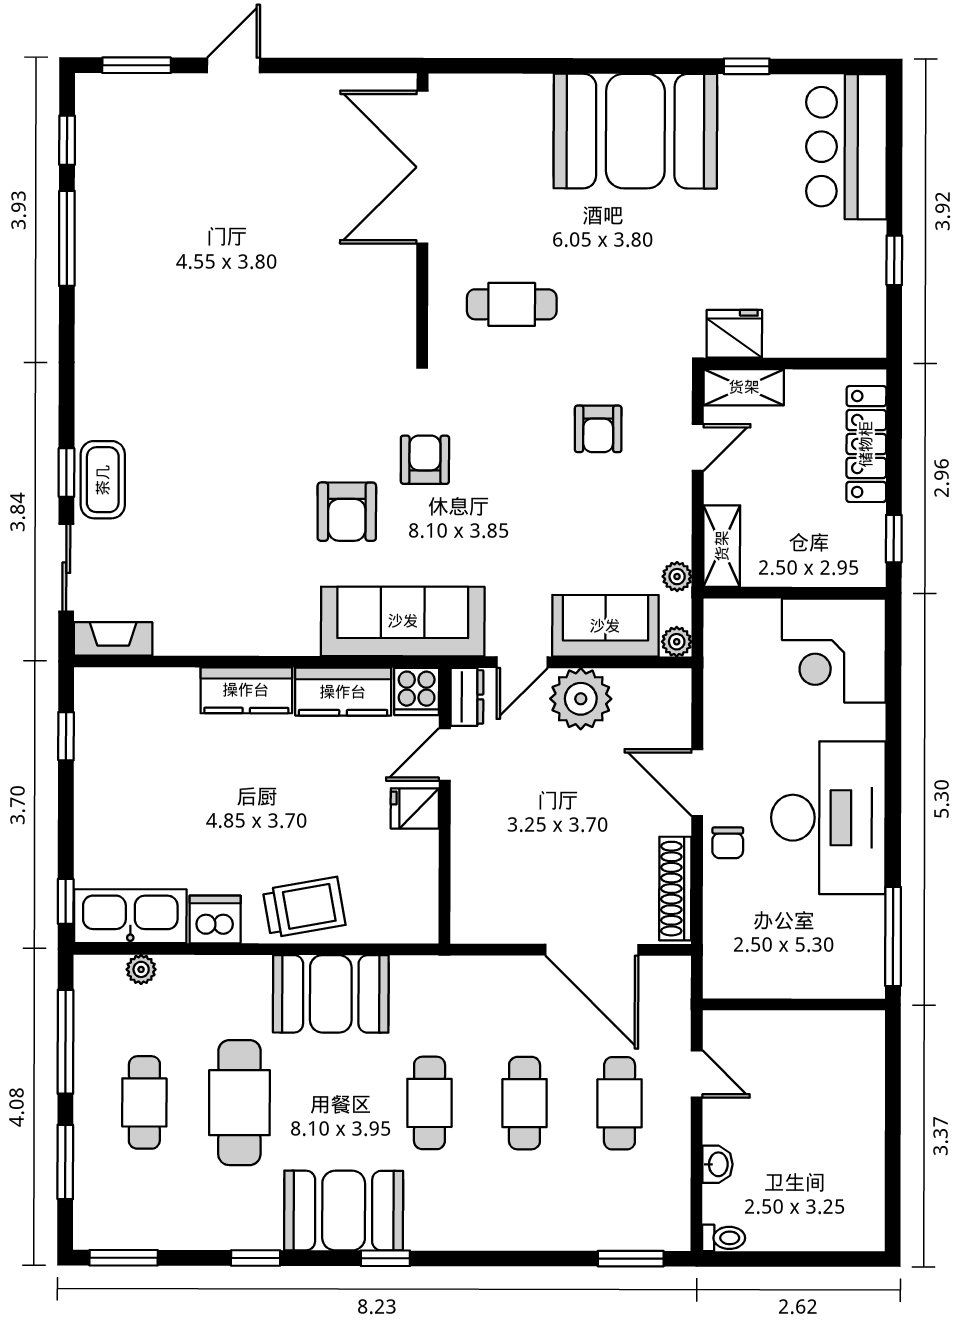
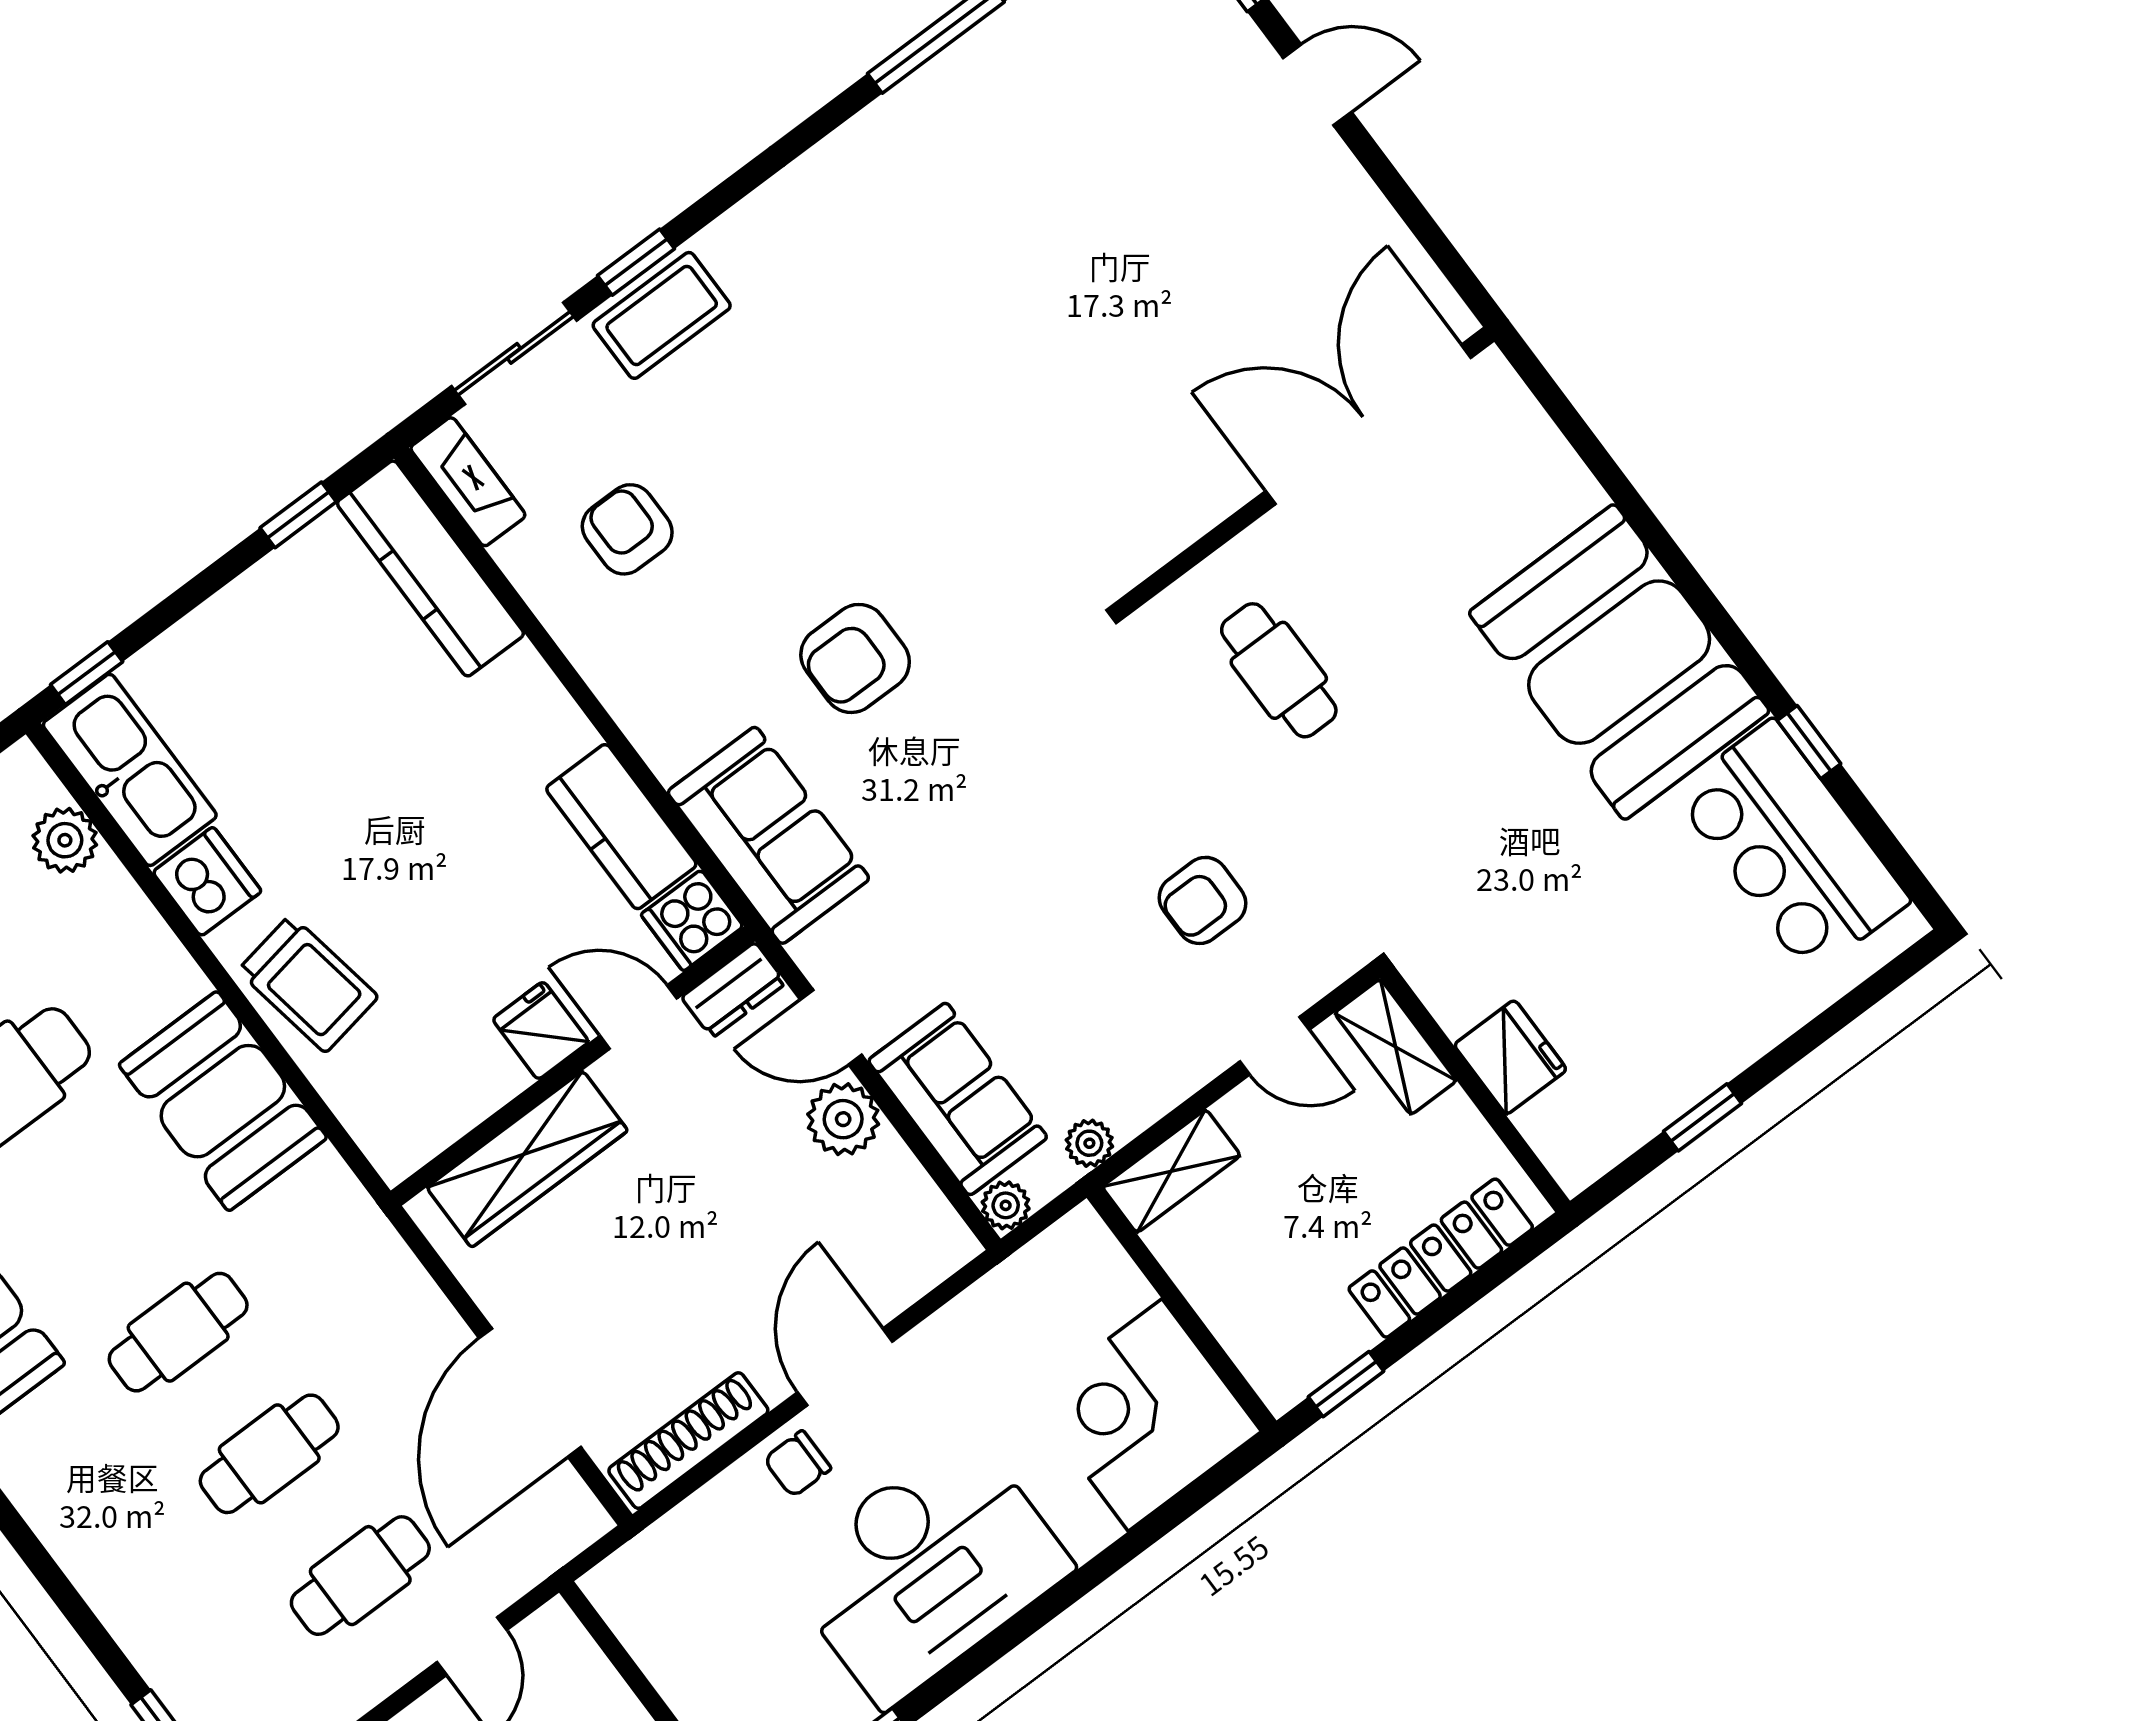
bar counter: (846, 147) -> (1792, 847), moved, turned -90
fridge: (734, 334) -> (1510, 1057), moved
armchair: (425, 460) -> (627, 529), moved, turned -90
sofa: (403, 621) -> (768, 835), width x0.73
kitchen counter: (246, 690) -> (430, 568), moved, width x1.50
plant: (581, 699) -> (843, 1119), width x0.73, depth x0.73
wardrobe: (474, 864) -> (527, 1159), added
plant: (141, 969) -> (65, 840), width x1.38, depth x1.38

